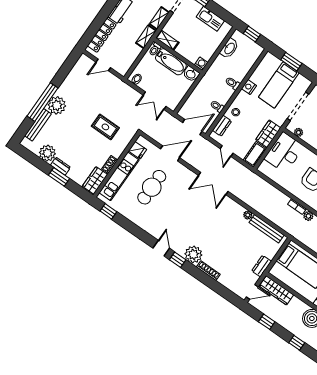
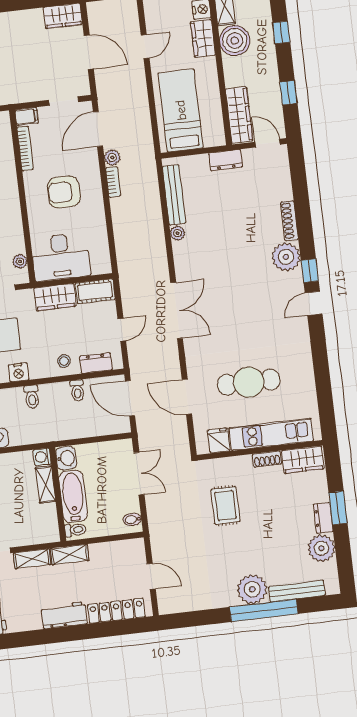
shelving: (167, 40) -> (46, 484), moved
window: (108, 211) -> (326, 409), removed

